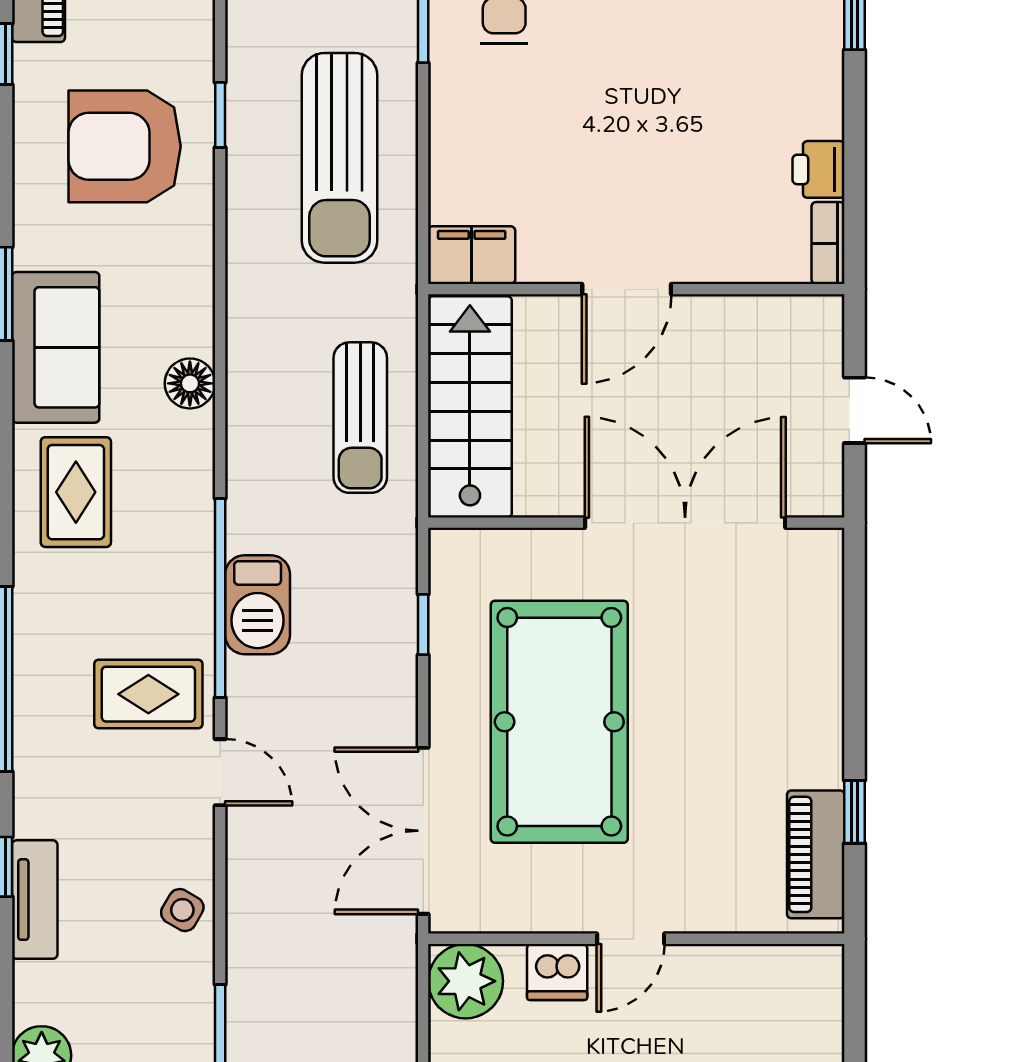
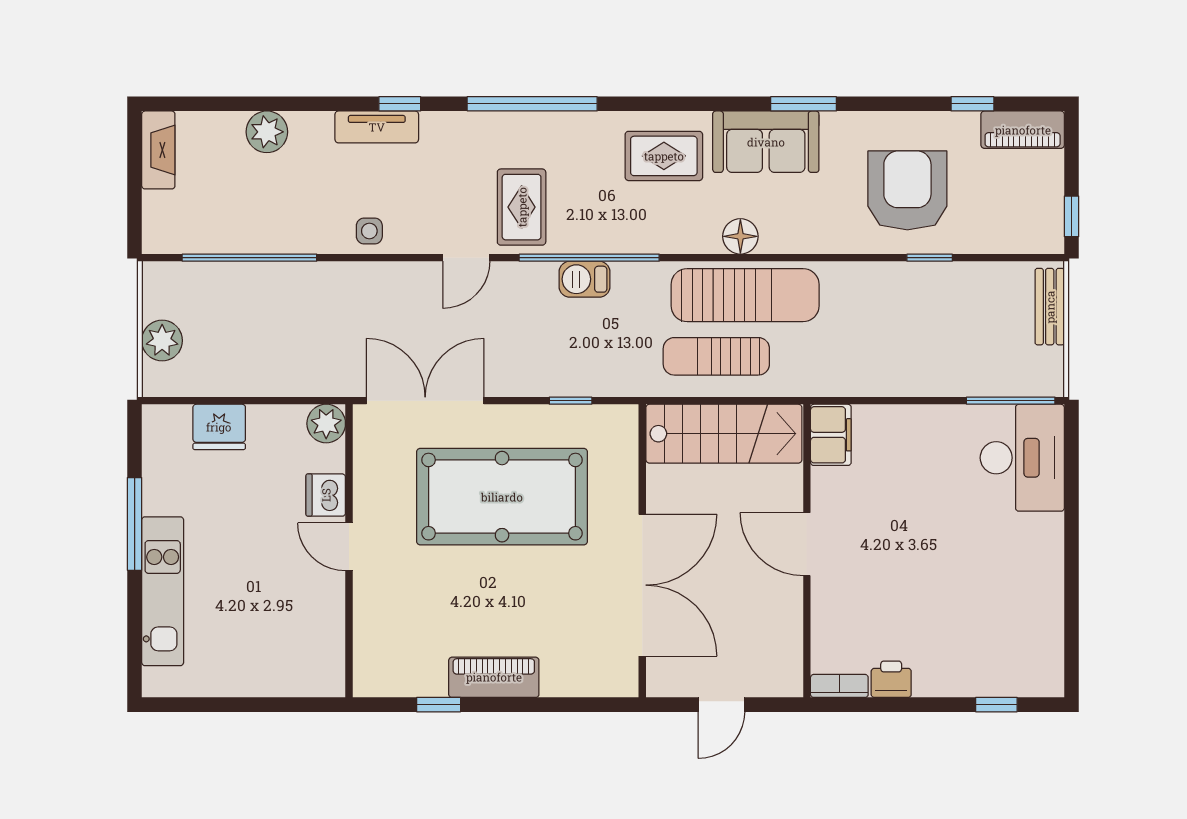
sun lounger: (340, 158) -> (745, 295), moved, turned 180
barbecue: (258, 605) -> (585, 279), width x0.73, depth x0.79
piano: (816, 854) -> (494, 677), moved
side table: (182, 910) -> (369, 231), turned -30
plant: (466, 981) -> (326, 424), width x0.73, depth x0.73

